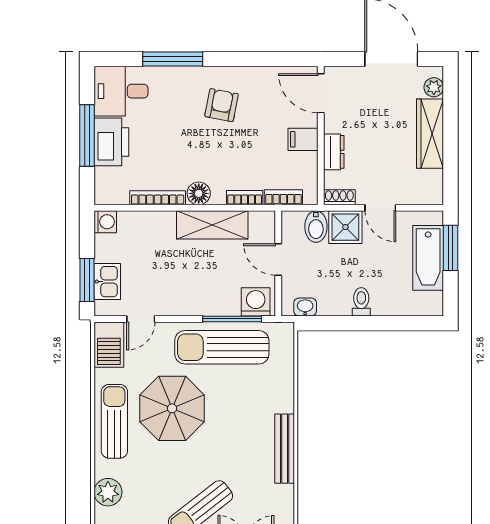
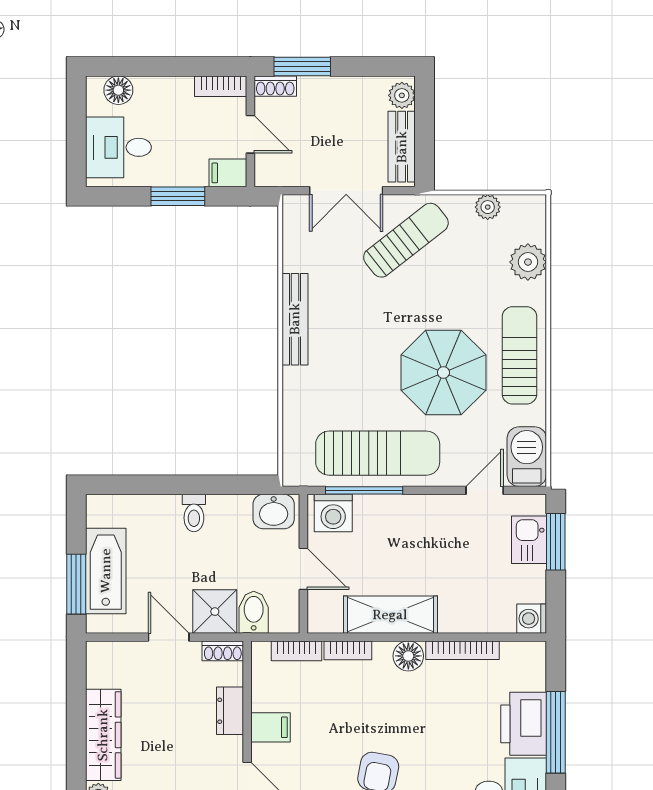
washbasin: (305, 307) -> (274, 512), width x1.38, depth x1.45
sun lounger: (114, 421) -> (520, 355), turned 180

